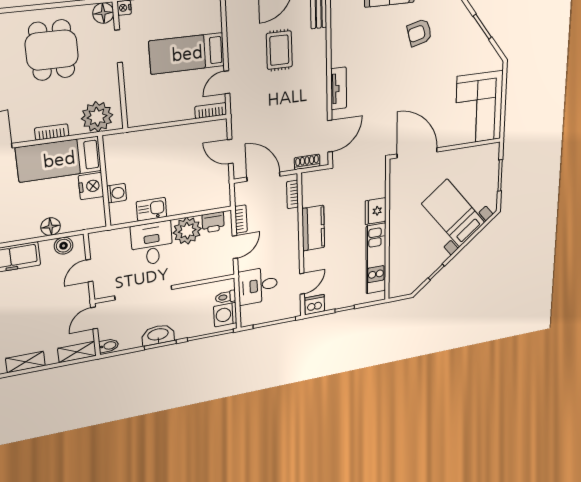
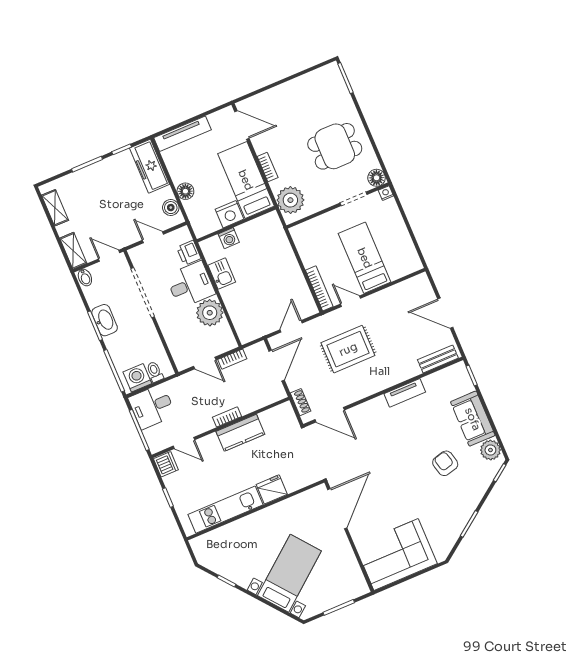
rug: (279, 50) -> (348, 349), moved, width x1.36, depth x1.43
tv unit: (339, 88) -> (405, 393), moved
bookcase: (211, 111) -> (319, 288), width x1.56
bookcase: (293, 194) -> (227, 417), moved
printer: (213, 222) -> (189, 253), moved
desk: (258, 286) -> (152, 407), moved, turned -90

